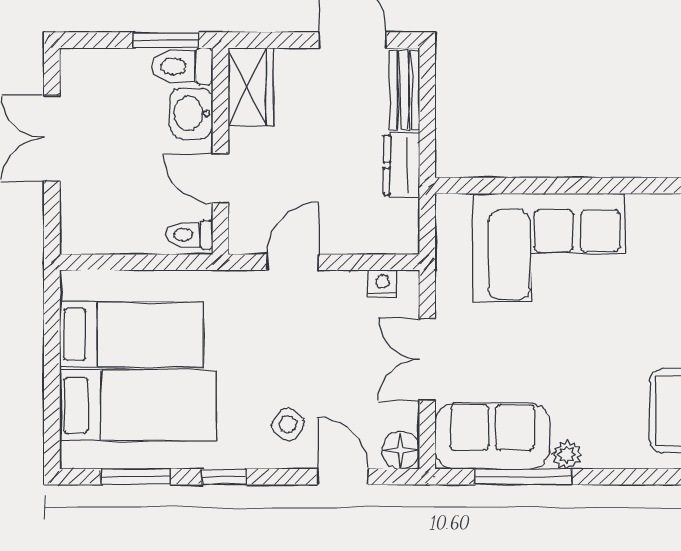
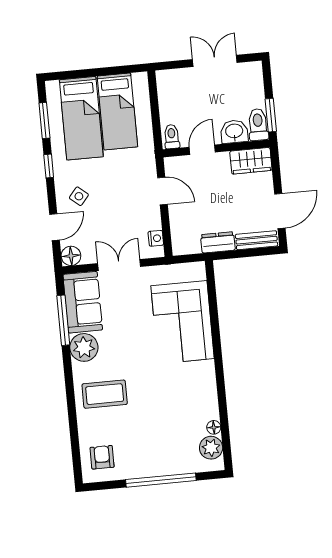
plant: (567, 455) -> (84, 347), width x1.88, depth x1.88

